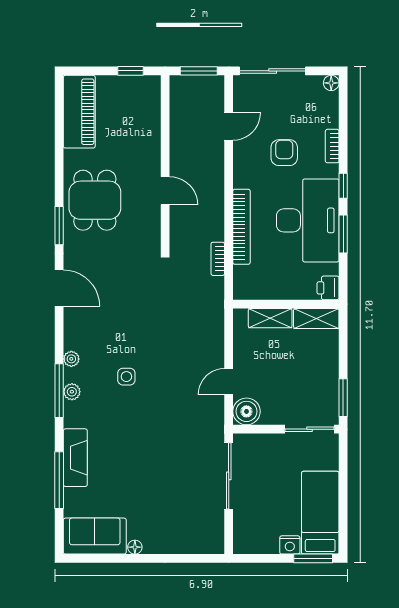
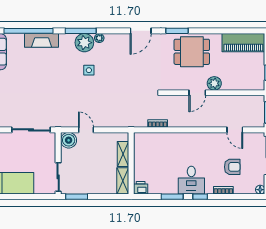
armchair: (284, 153) -> (232, 167), moved
plant: (149, 162) -> (214, 83), added
desk: (308, 220) -> (191, 180), width x0.53, depth x0.77
bookcase: (242, 227) -> (176, 137), removed
plant: (72, 392) -> (84, 43), width x1.87, depth x1.87
window: (59, 480) -> (28, 31), width x1.46

